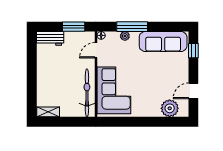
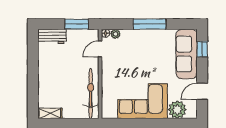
window: (132, 27) -> (150, 24), moved
plant: (125, 36) -> (115, 34), moved
sofa: (163, 41) -> (187, 54), moved, turned 90
corner sofa: (114, 90) -> (143, 101), moved, turned -90

